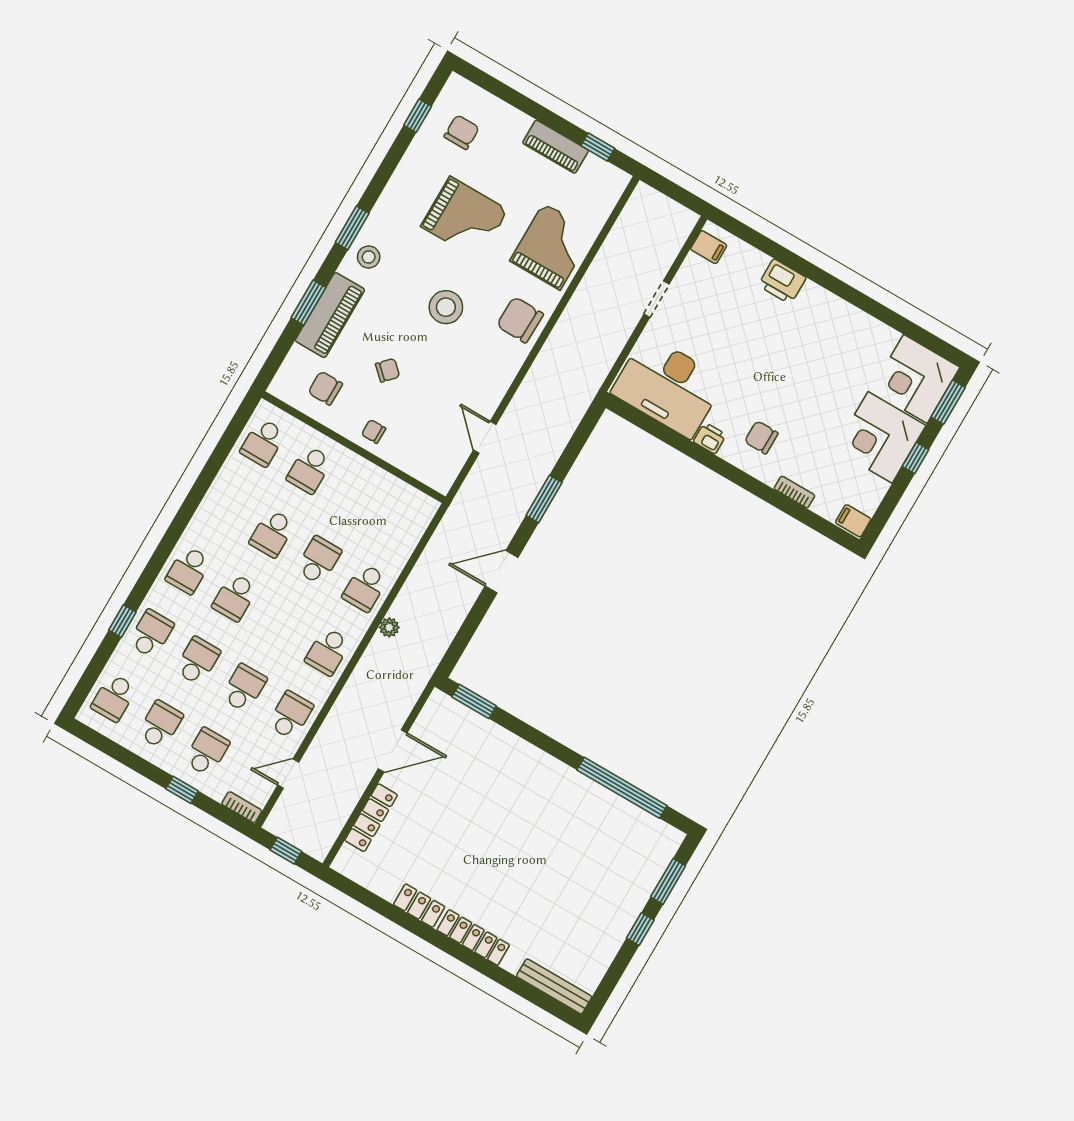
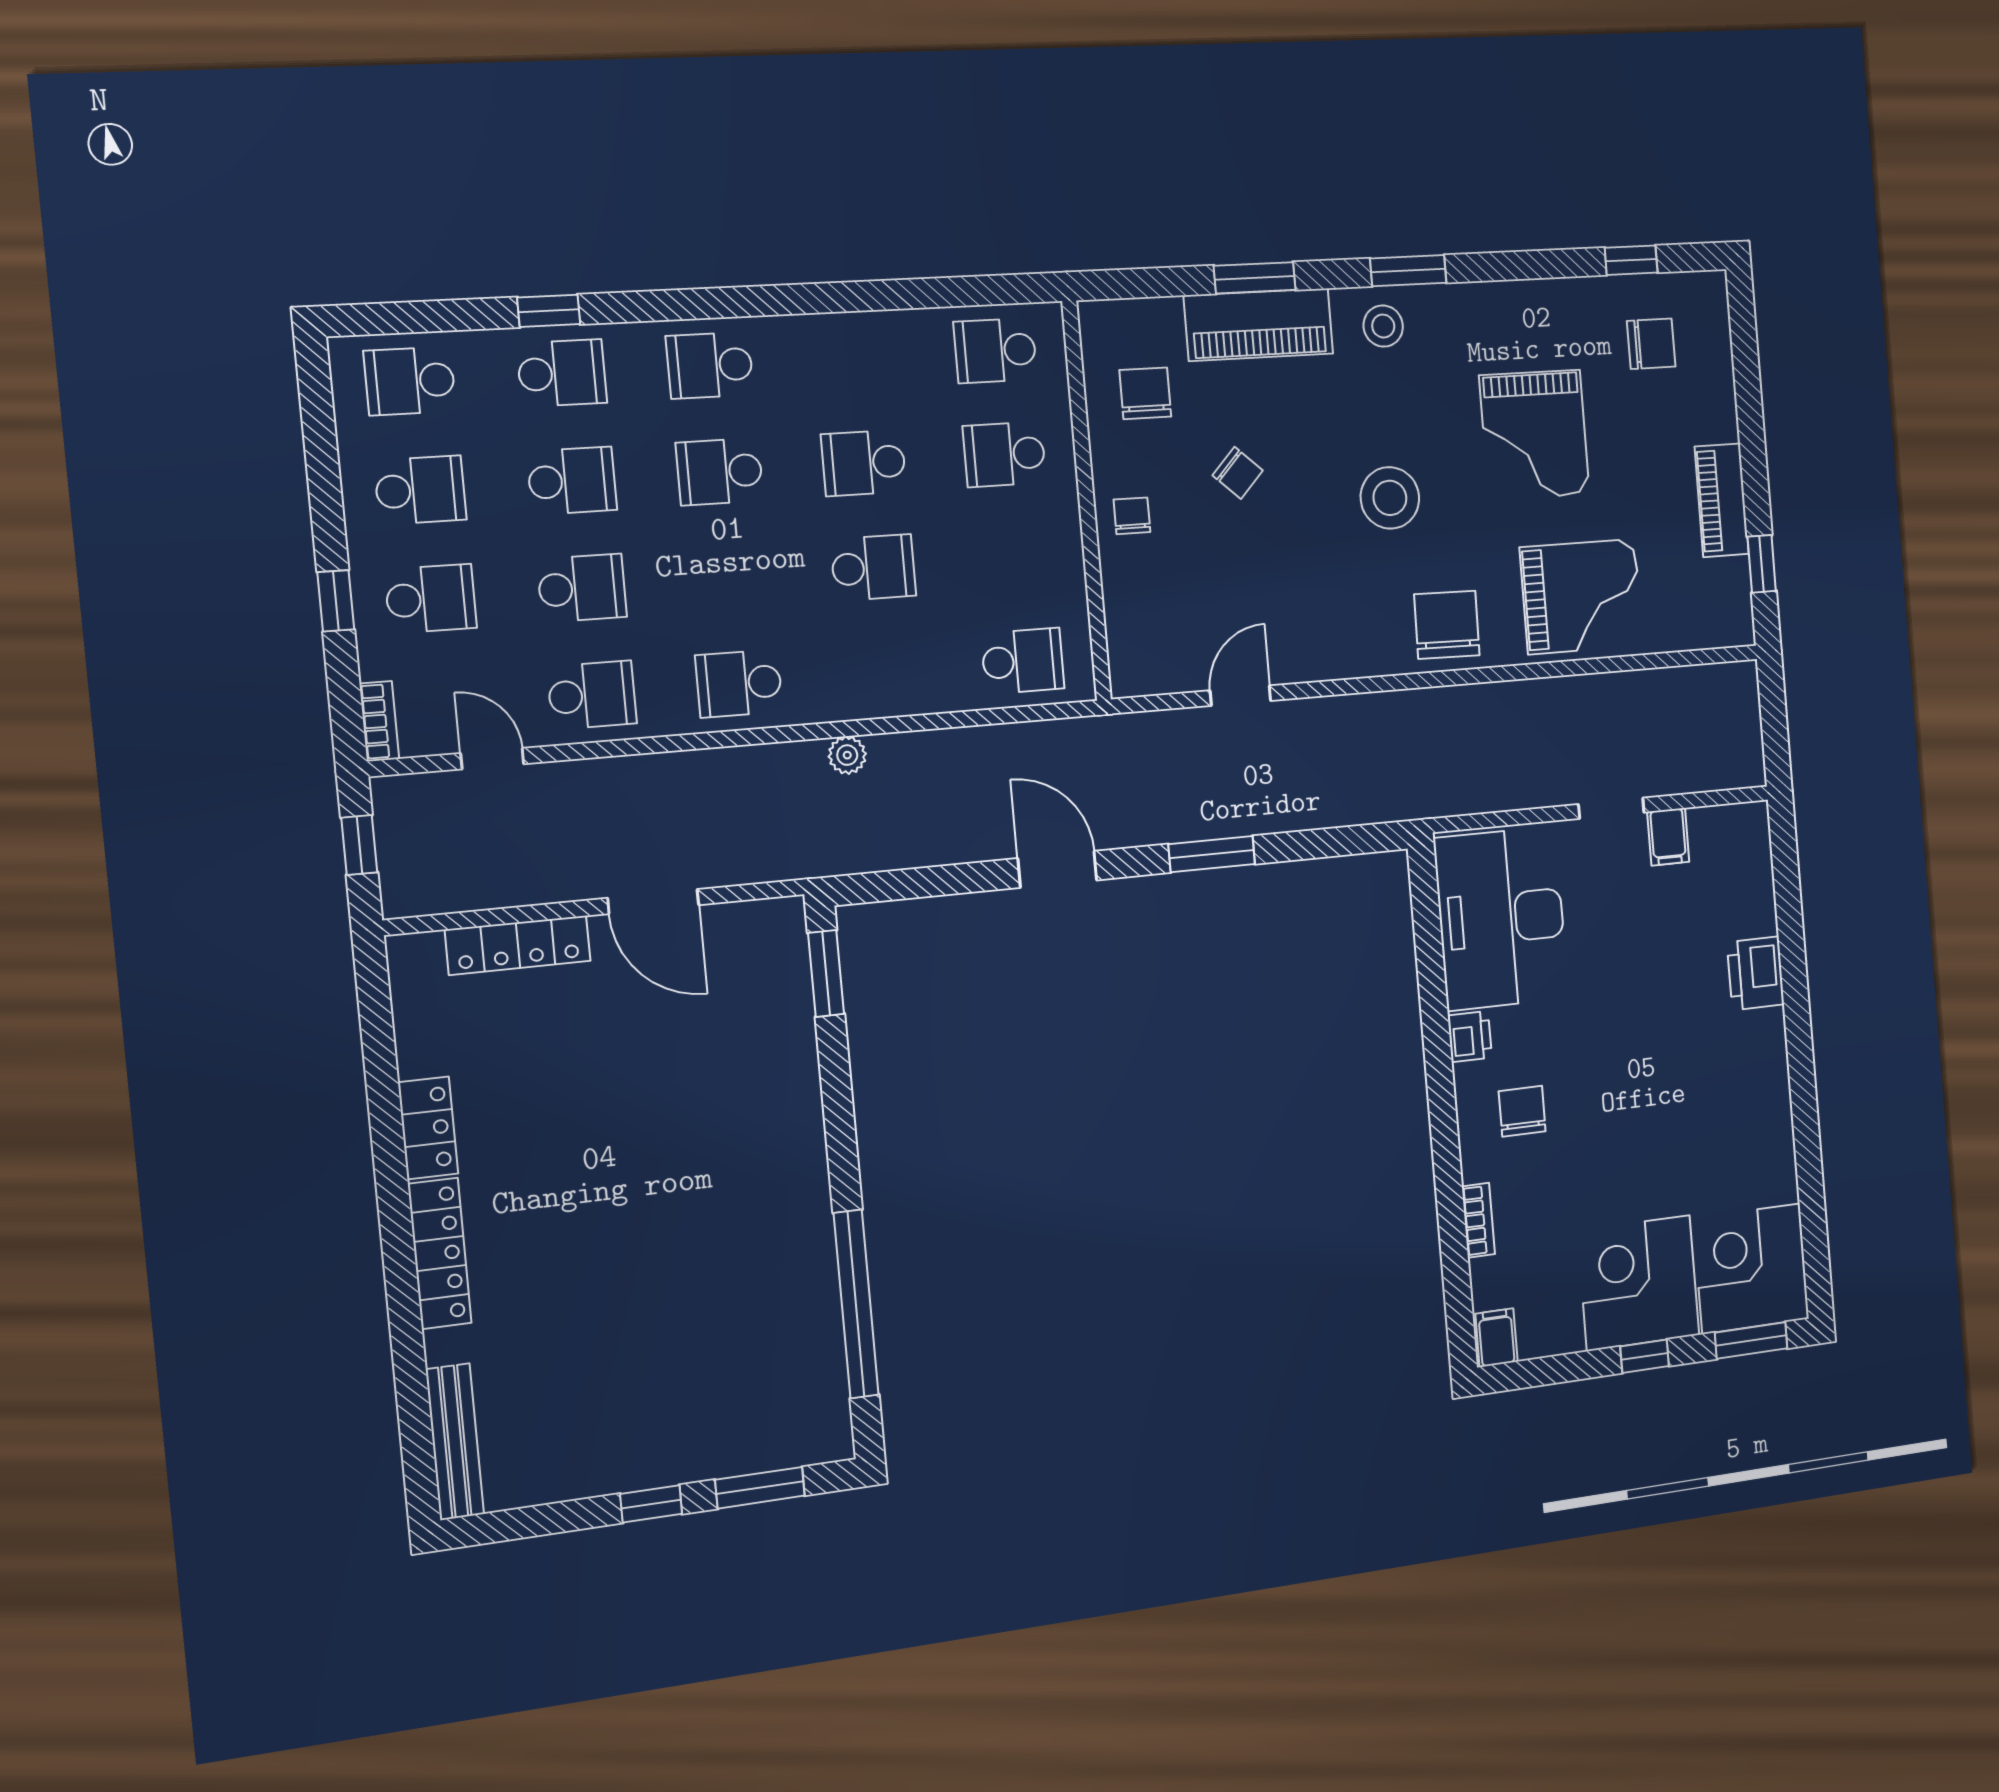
filing cabinet: (709, 247) -> (1668, 837), moved
school desk: (365, 588) -> (1023, 661), moved, turned 180

